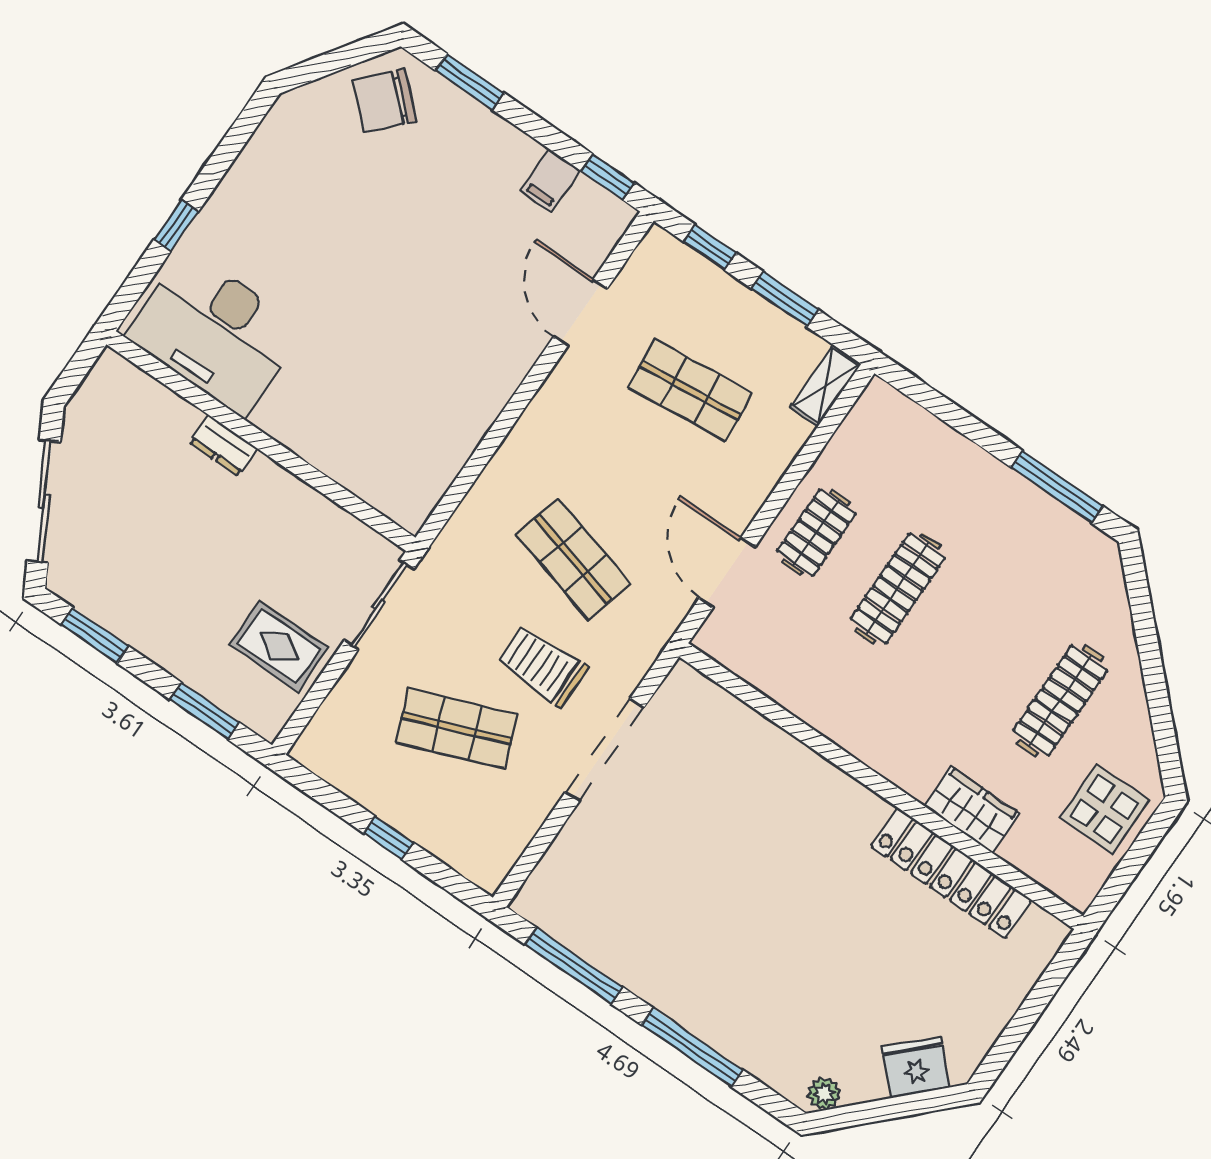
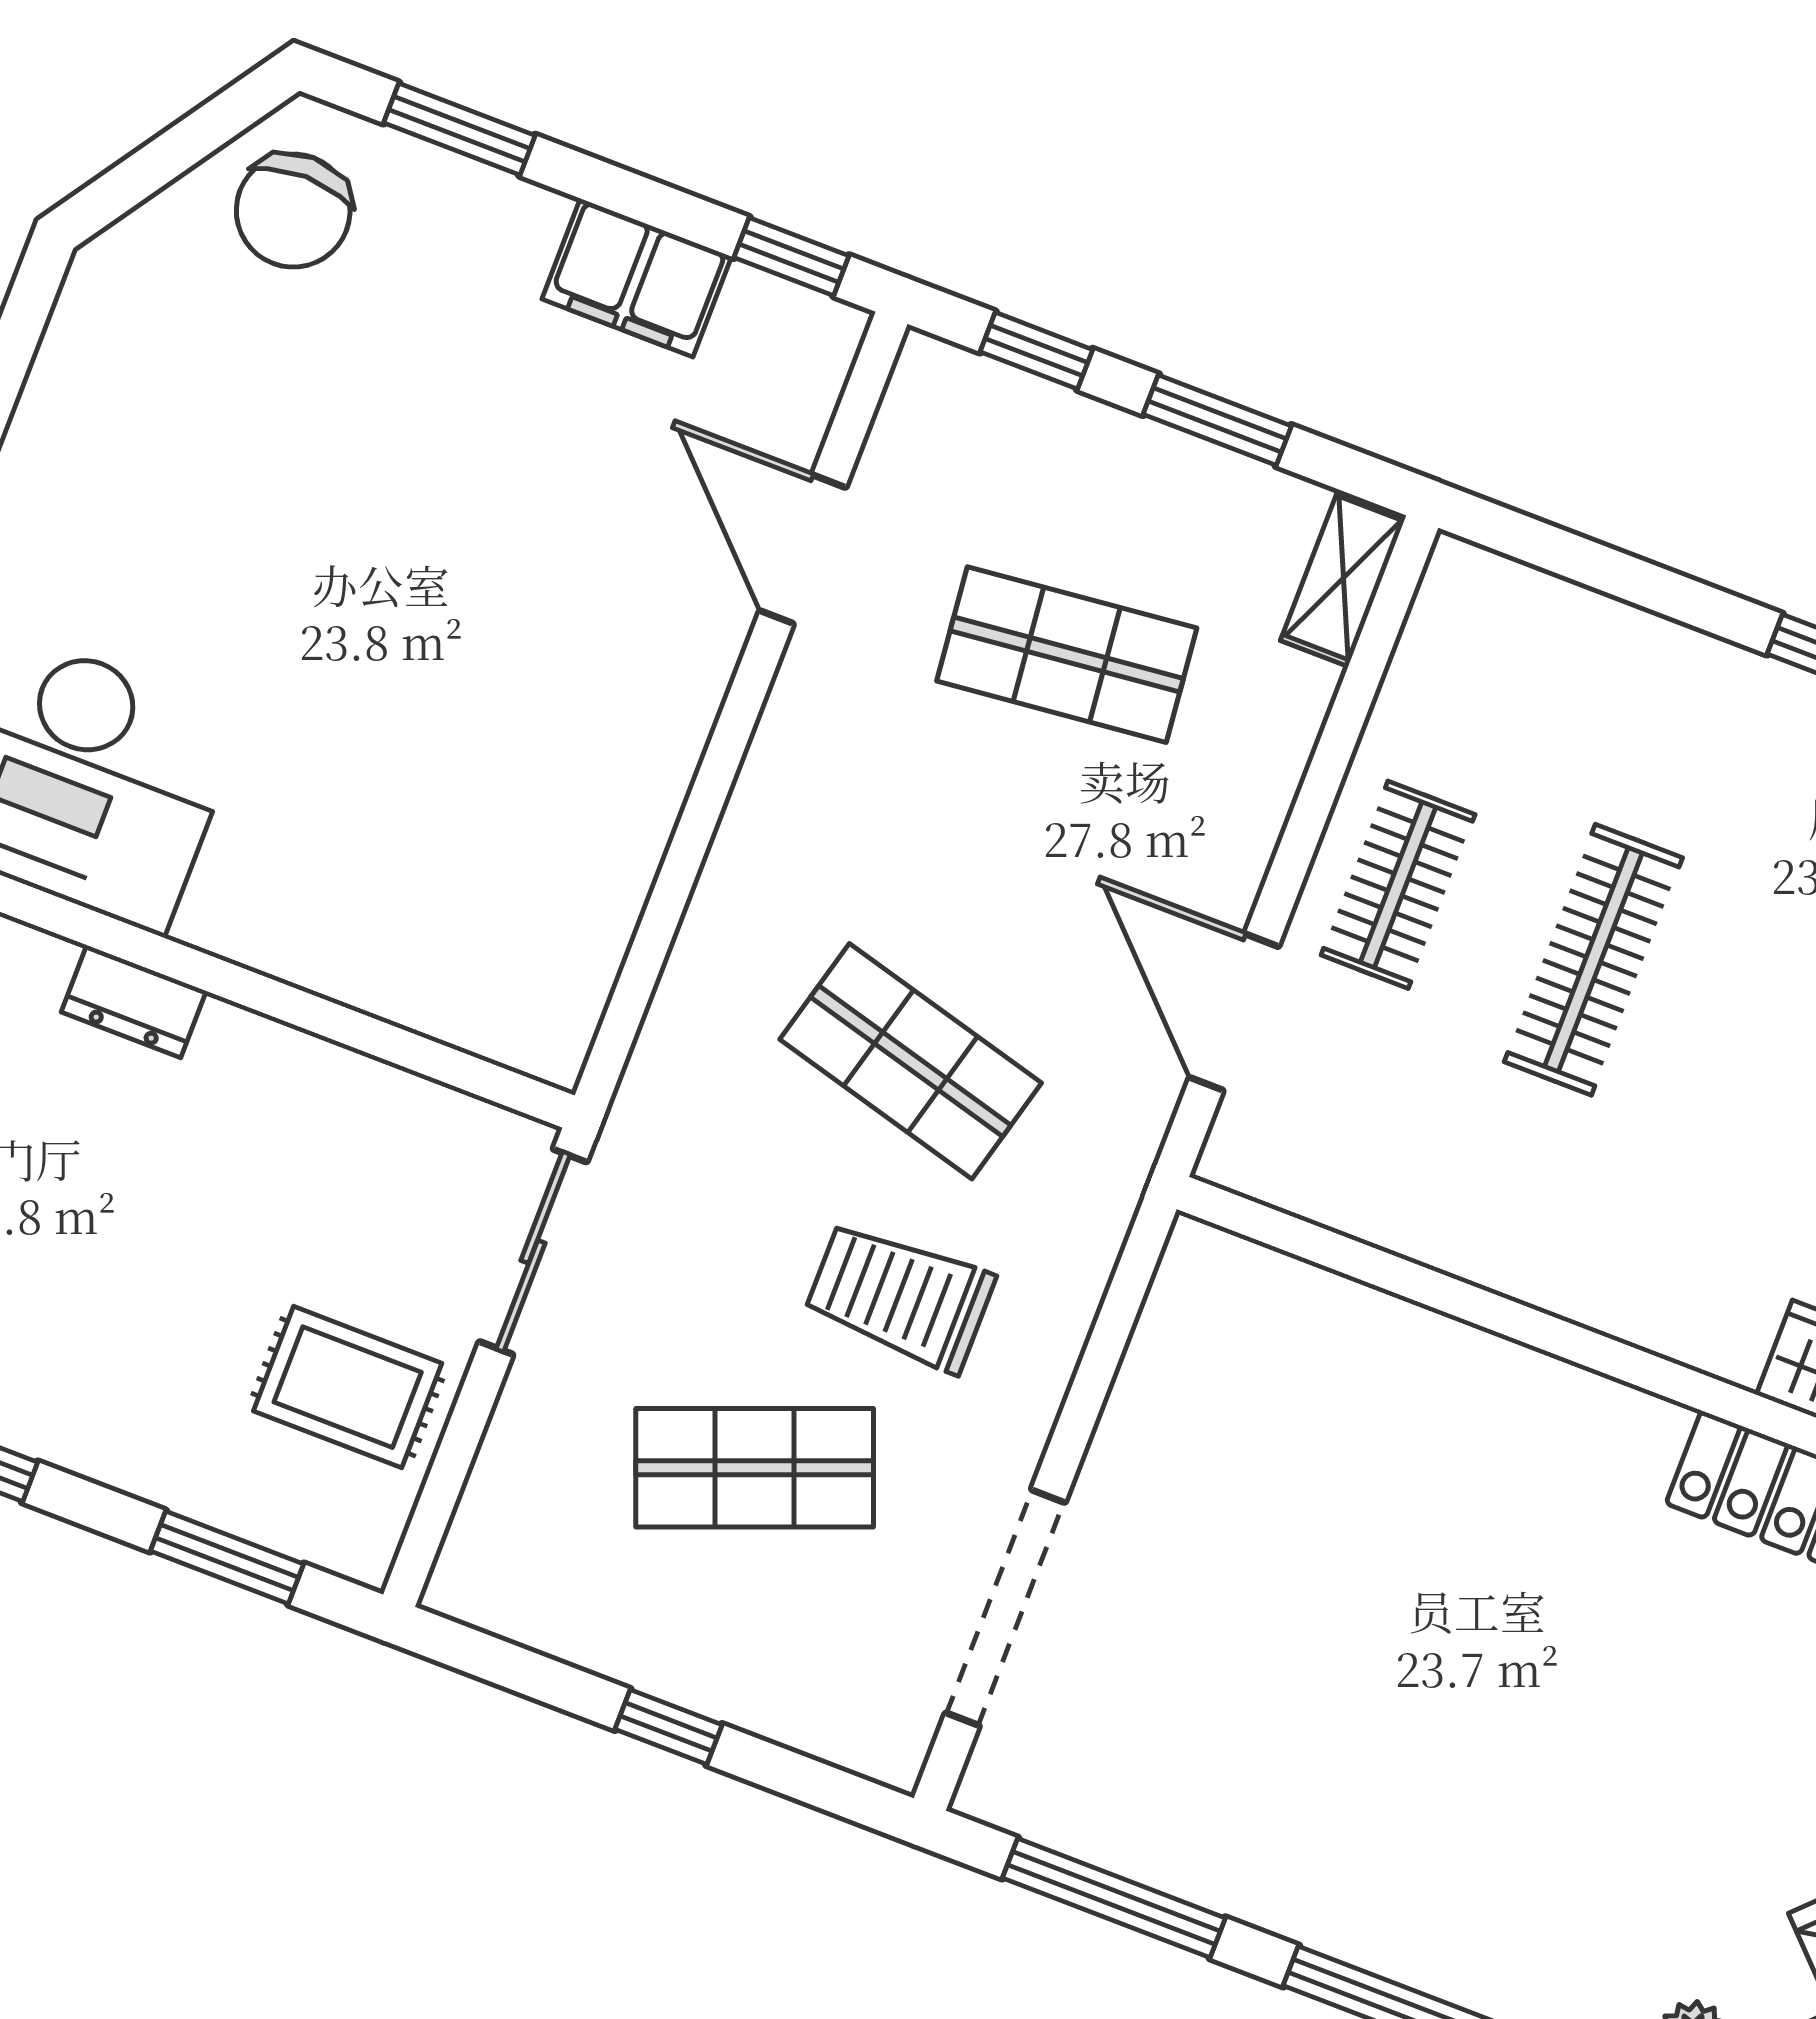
chair: (384, 101) -> (293, 211), turned -43
filing cabinet: (550, 180) -> (637, 278), width x2.00
doorway: (605, 750) -> (1005, 1608), moved

